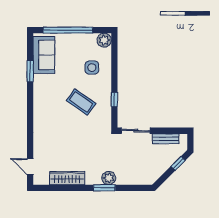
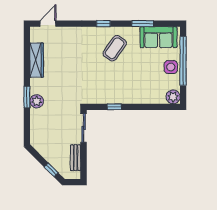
side table: (92, 68) -> (171, 67), moved
coffee table: (81, 102) -> (115, 48), moved
window: (30, 111) -> (103, 24), added

